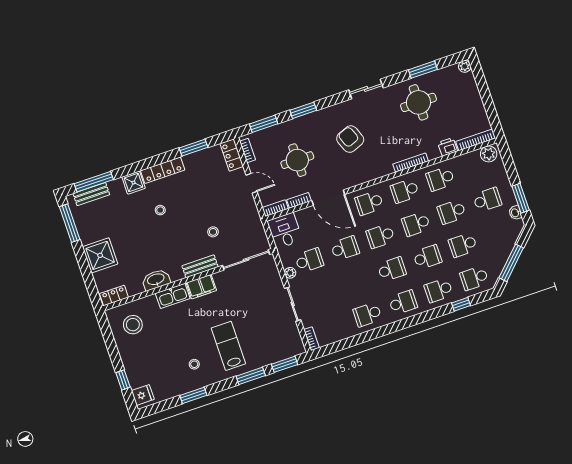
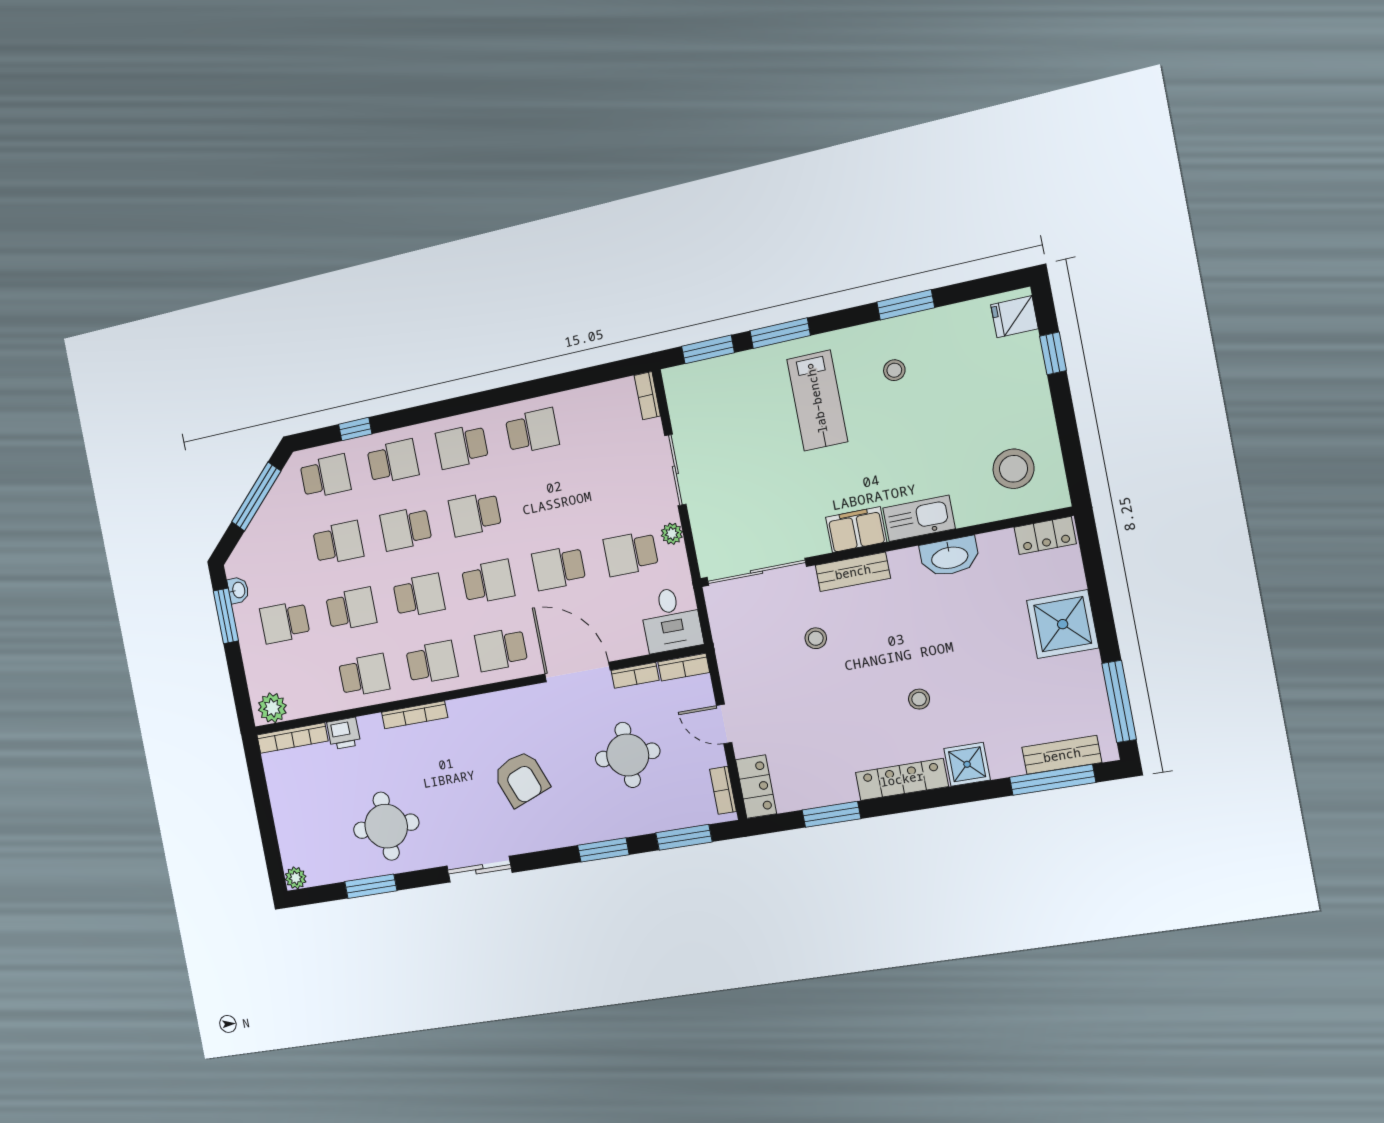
school desk: (369, 203) -> (501, 649), turned 180

